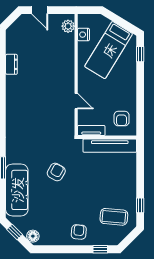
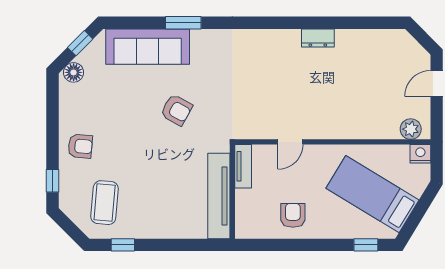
nightstand: (83, 35) -> (420, 154), moved
dresser: (11, 64) -> (318, 38), moved
armchair: (122, 119) -> (293, 215), moved, turned 90

